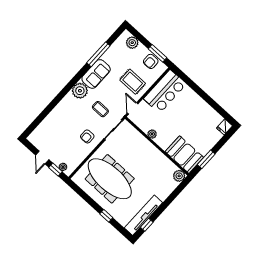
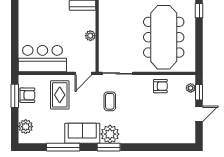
window: (73, 83) -> (109, 147), added
armchair: (87, 136) -> (160, 86), moved

